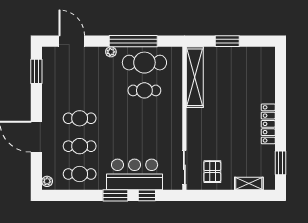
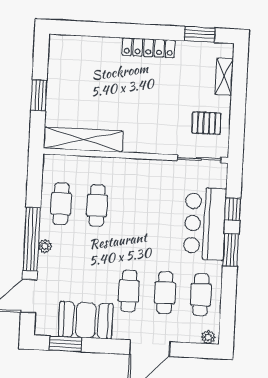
window: (133, 41) -> (32, 239), moved
cafe table: (144, 63) -> (61, 204), width x0.73, depth x0.74
booth: (55, 86) -> (86, 320), added

